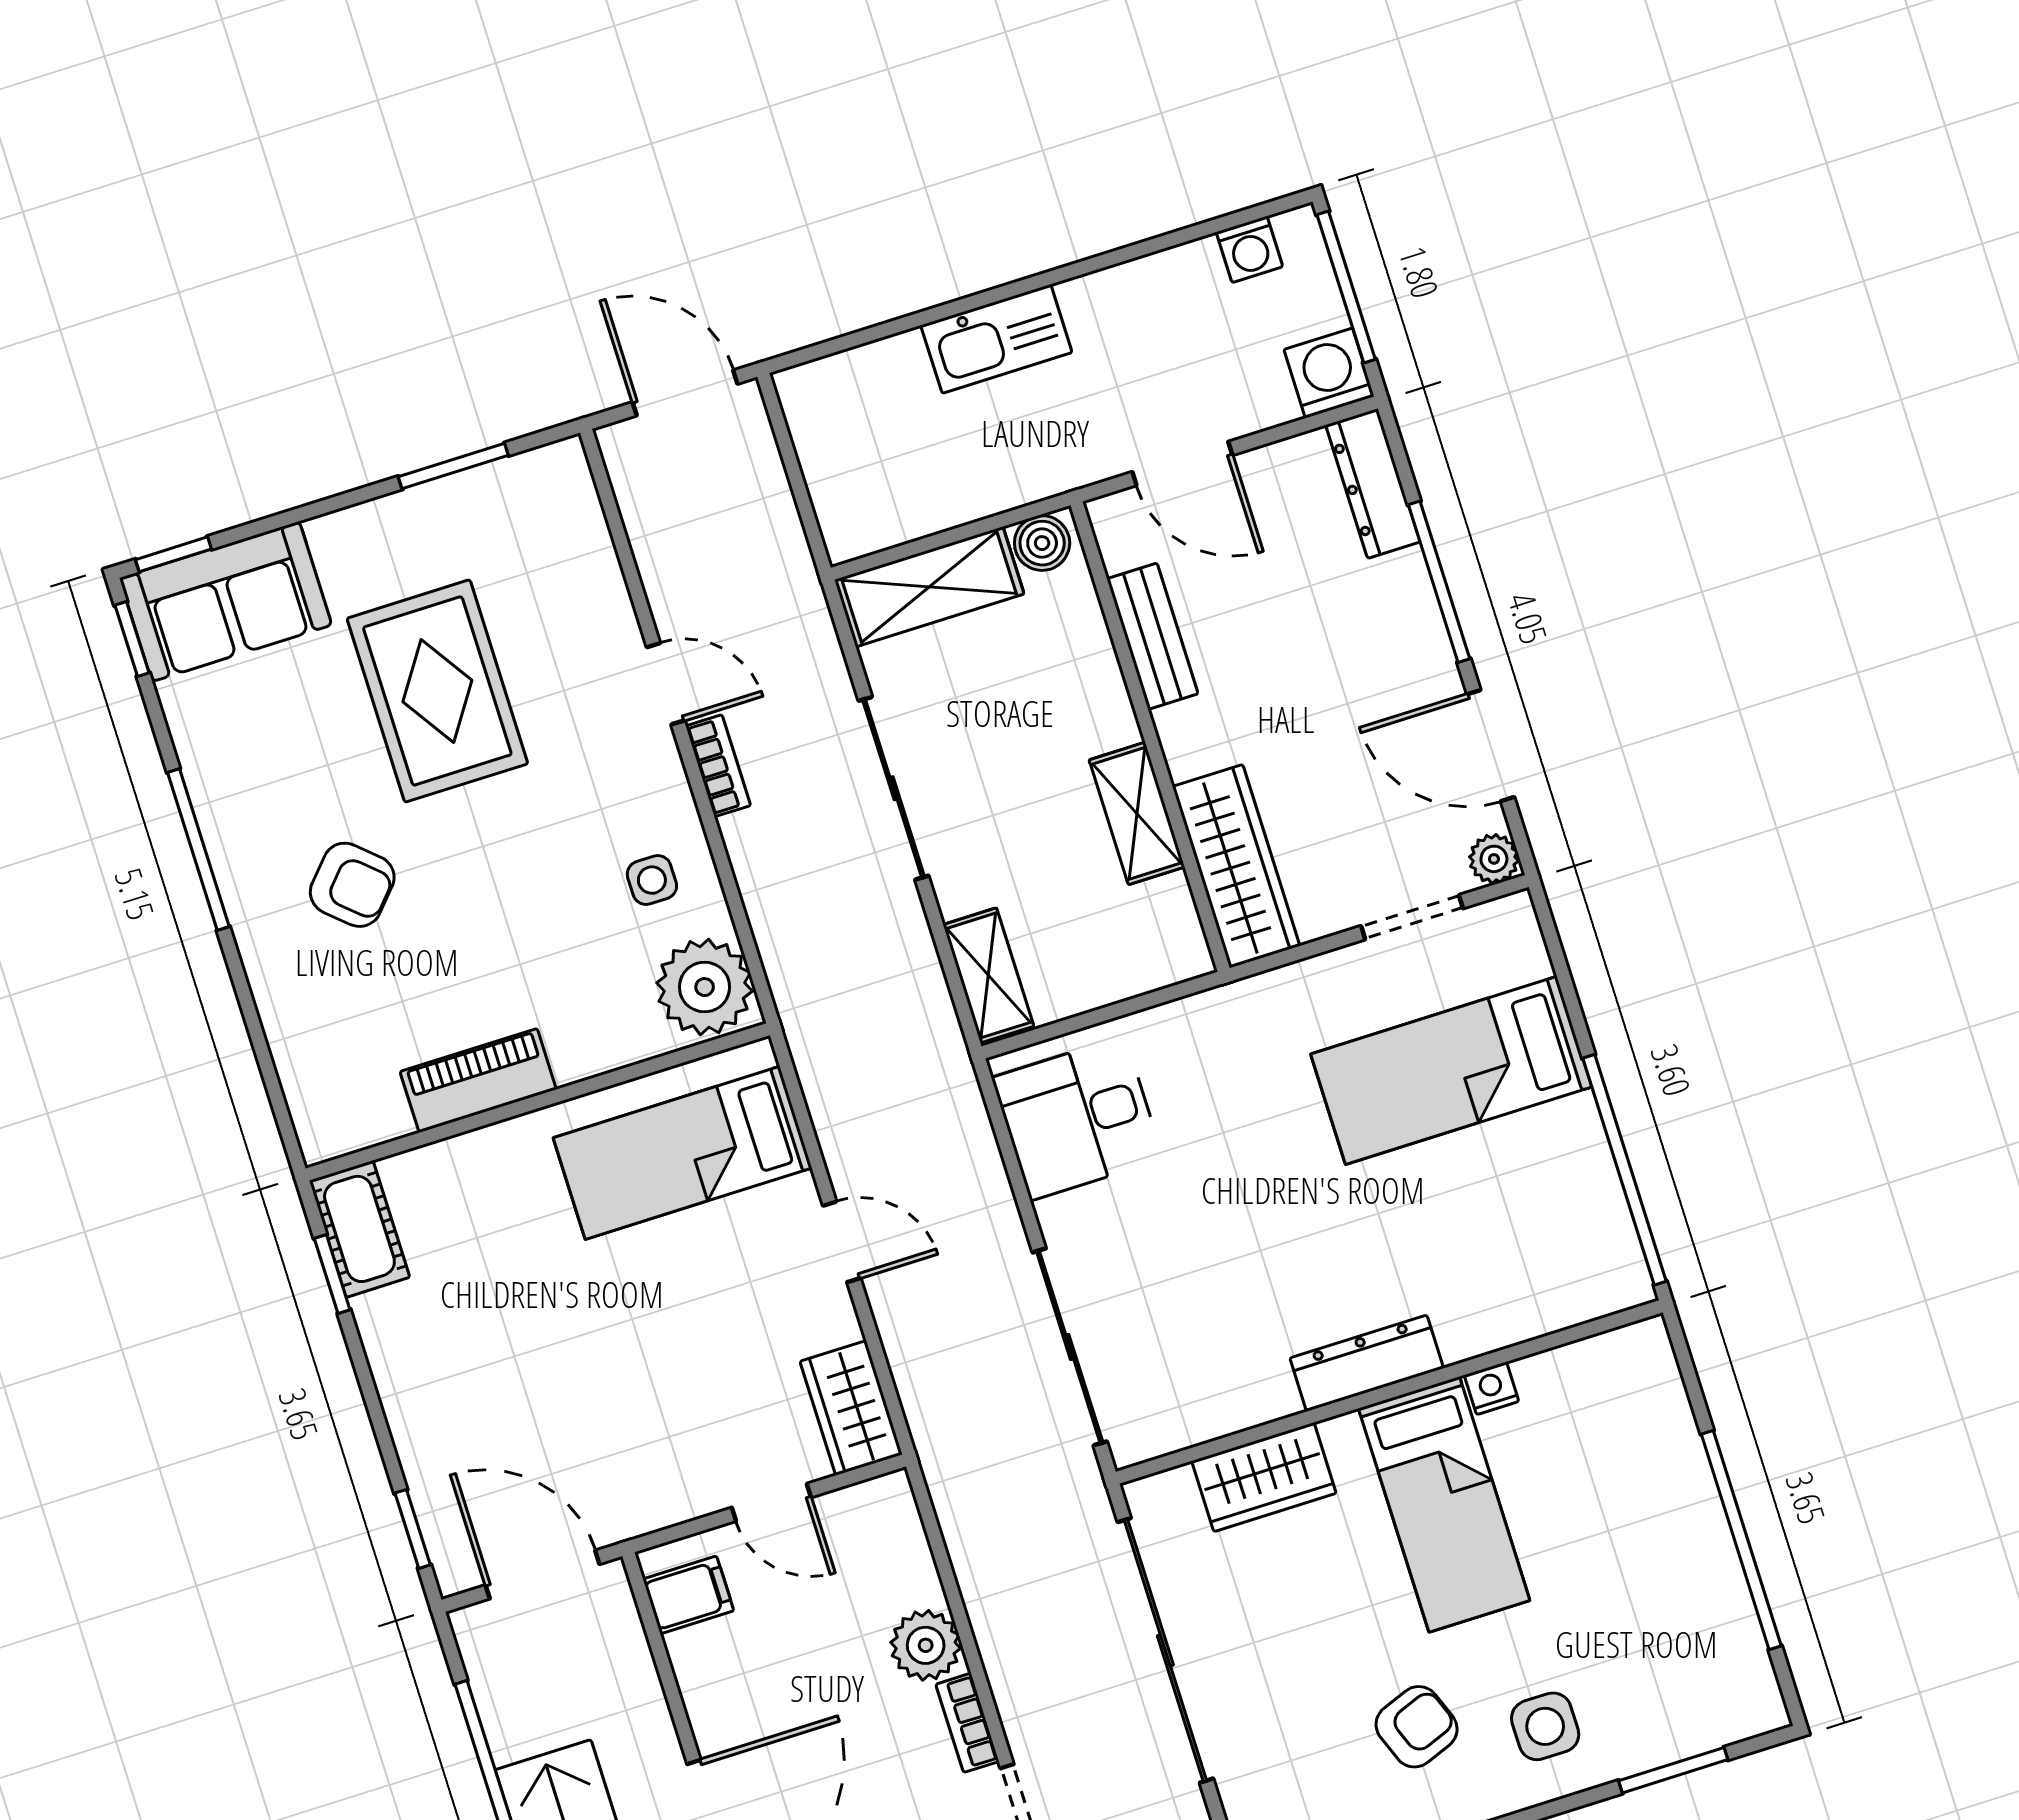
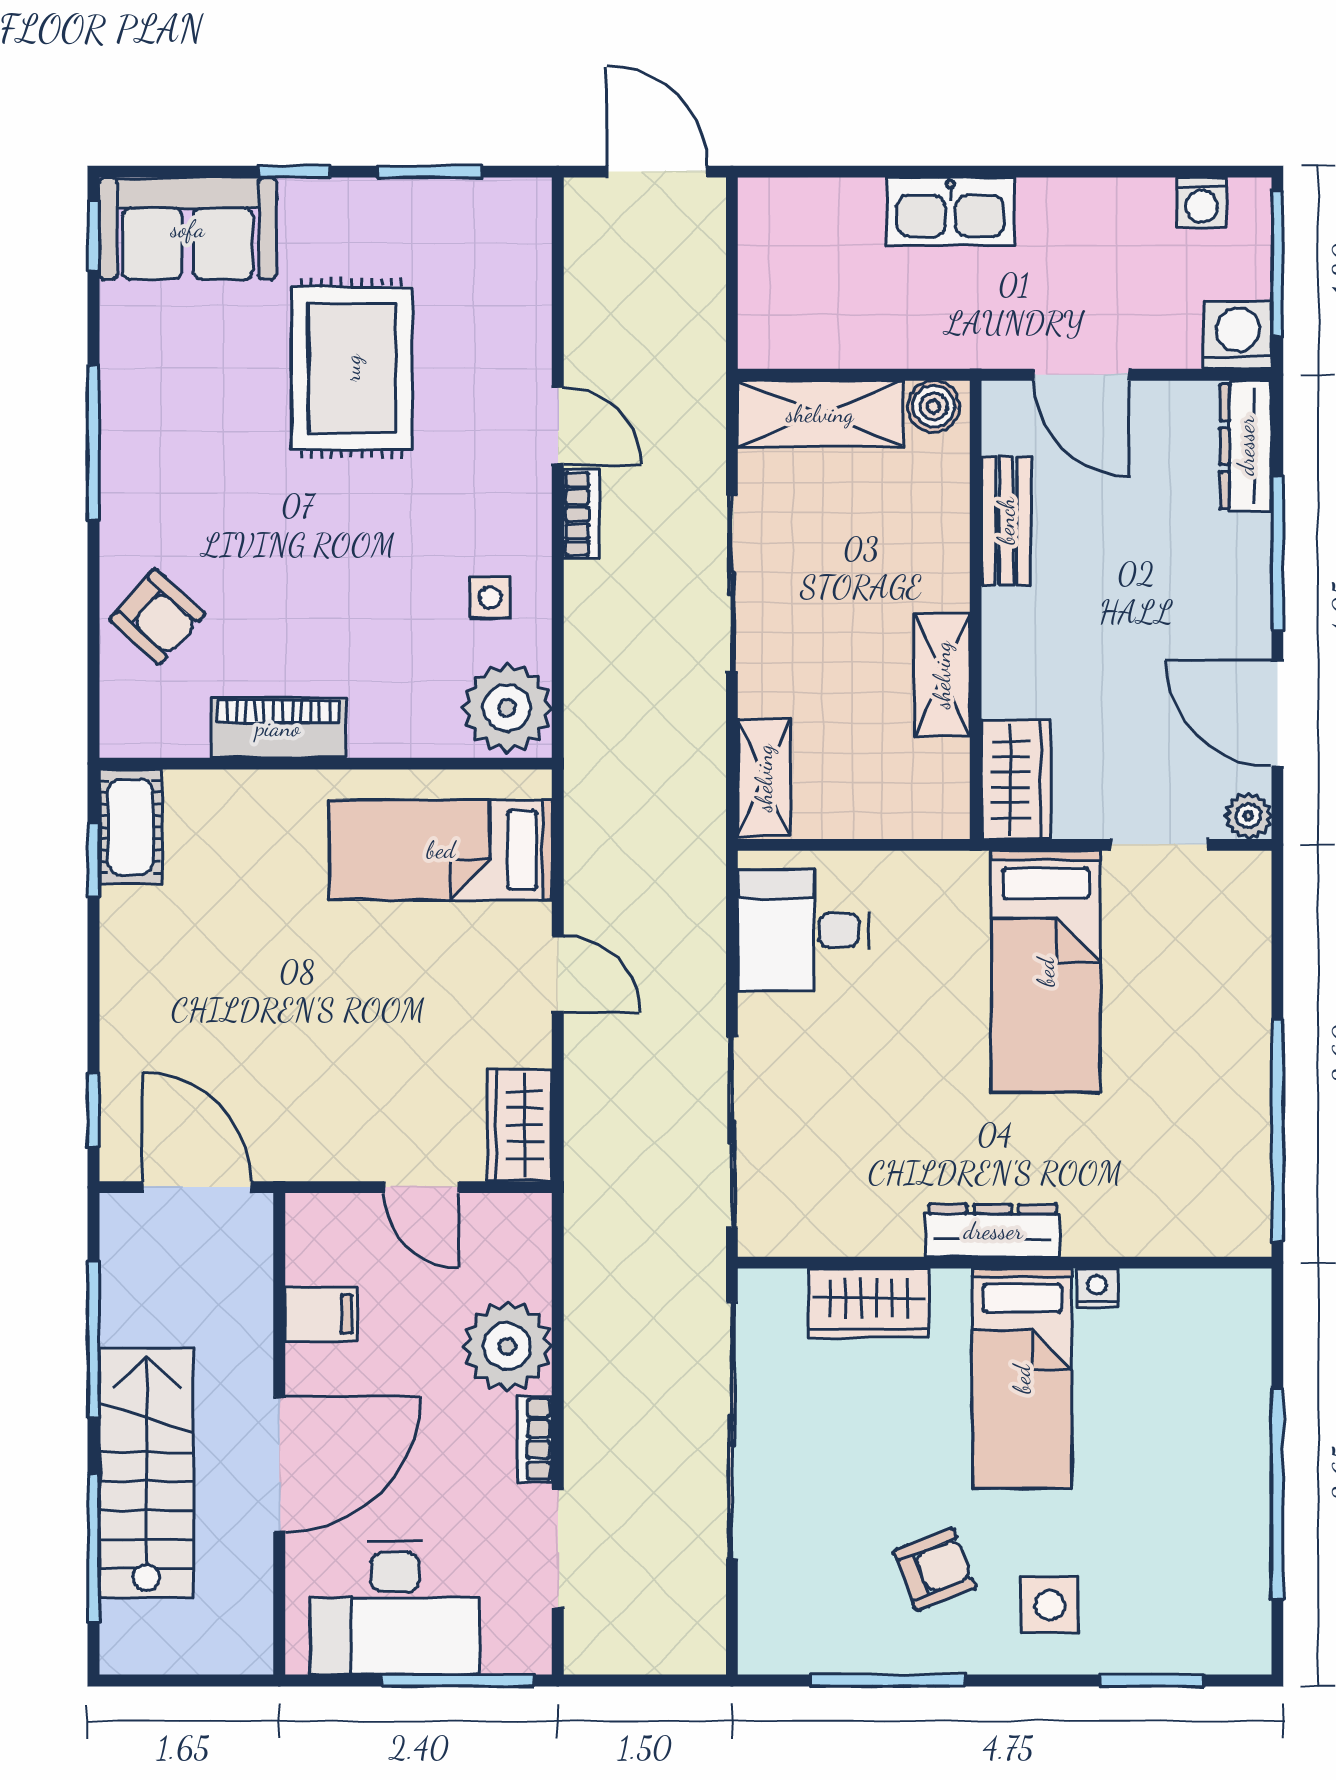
window: (173, 554) -> (295, 172), moved
wardrobe: (1236, 866) -> (1016, 780), width x0.67
armchair: (352, 885) -> (157, 617), moved
bed: (1451, 1070) -> (1046, 972), moved, turned -90
filing cabinet: (688, 1595) -> (321, 1314), moved
plant: (926, 1645) -> (507, 1346), width x1.36, depth x1.36

